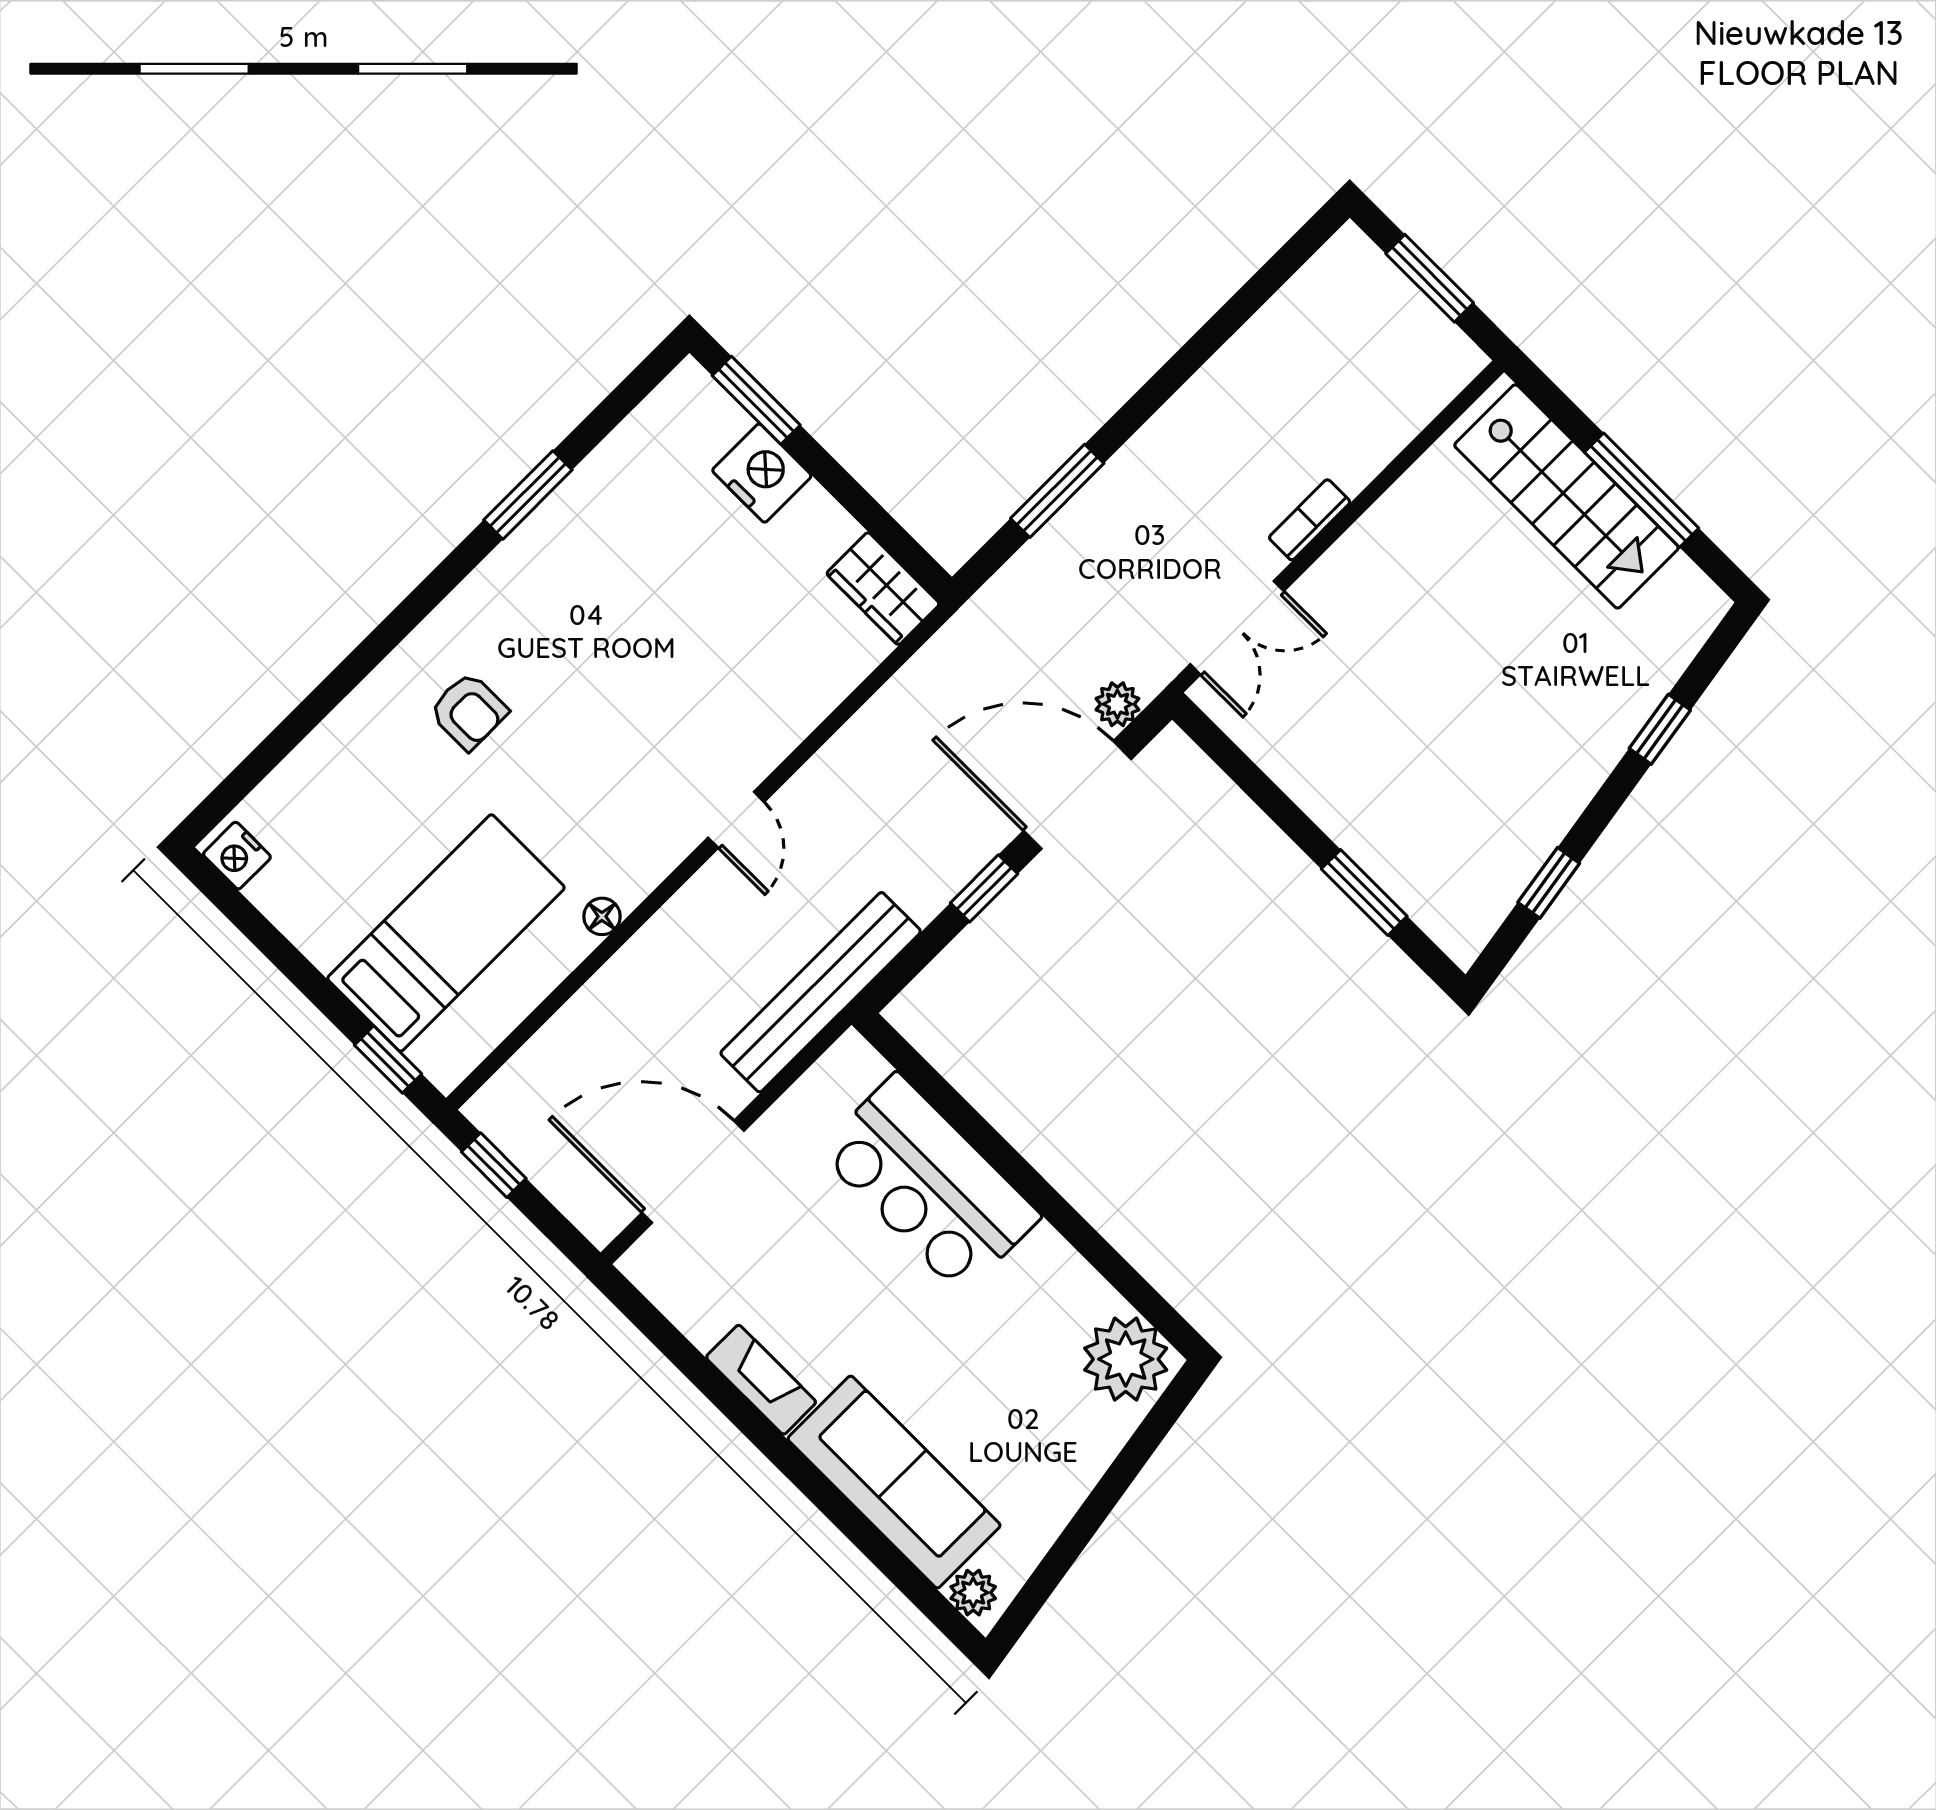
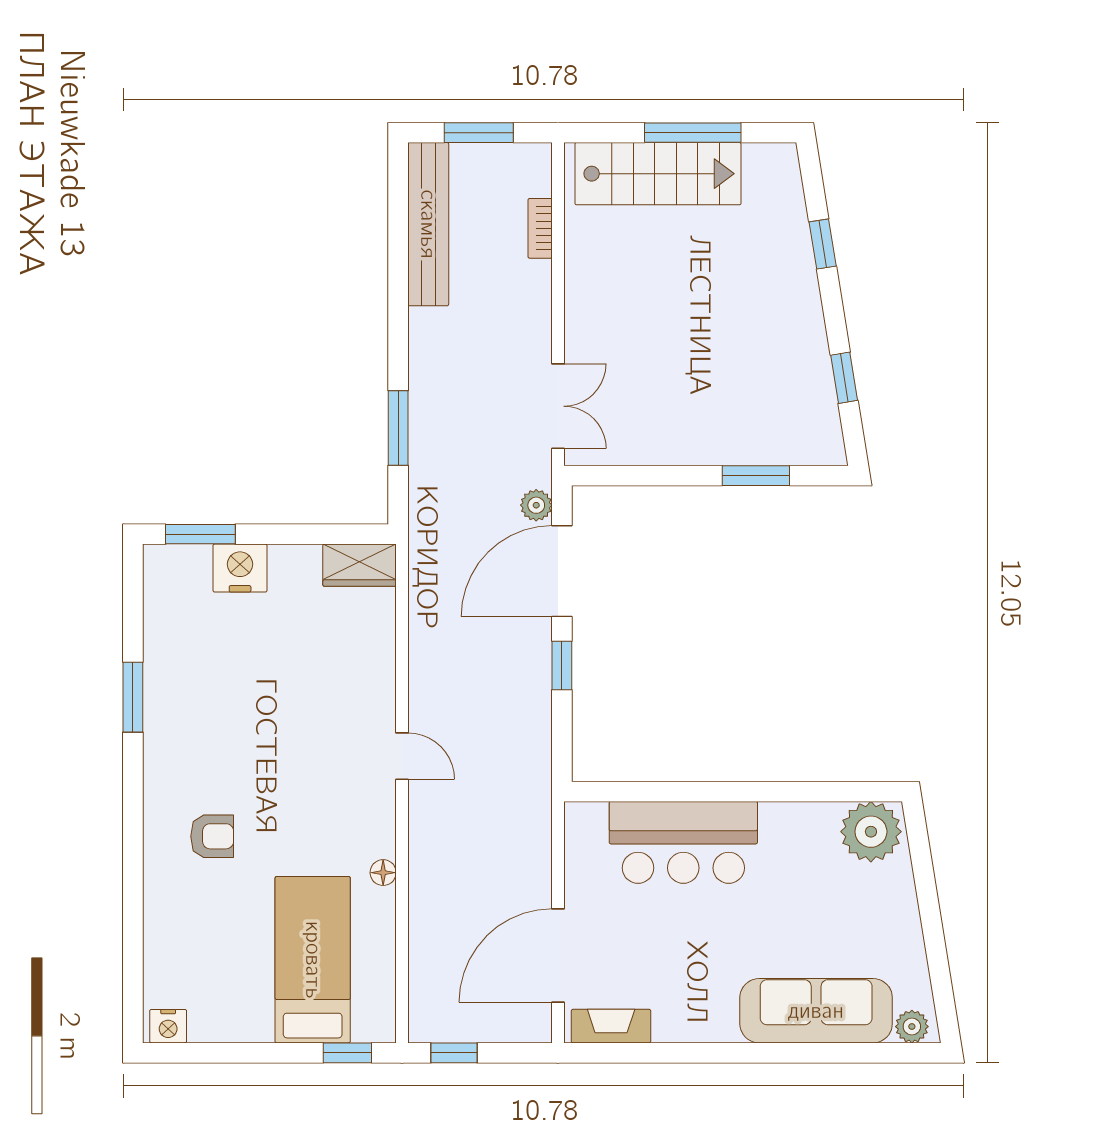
bookcase: (1310, 520) -> (540, 228), moved
bench: (821, 992) -> (428, 224), moved
fireplace: (761, 1380) -> (611, 1026), moved

